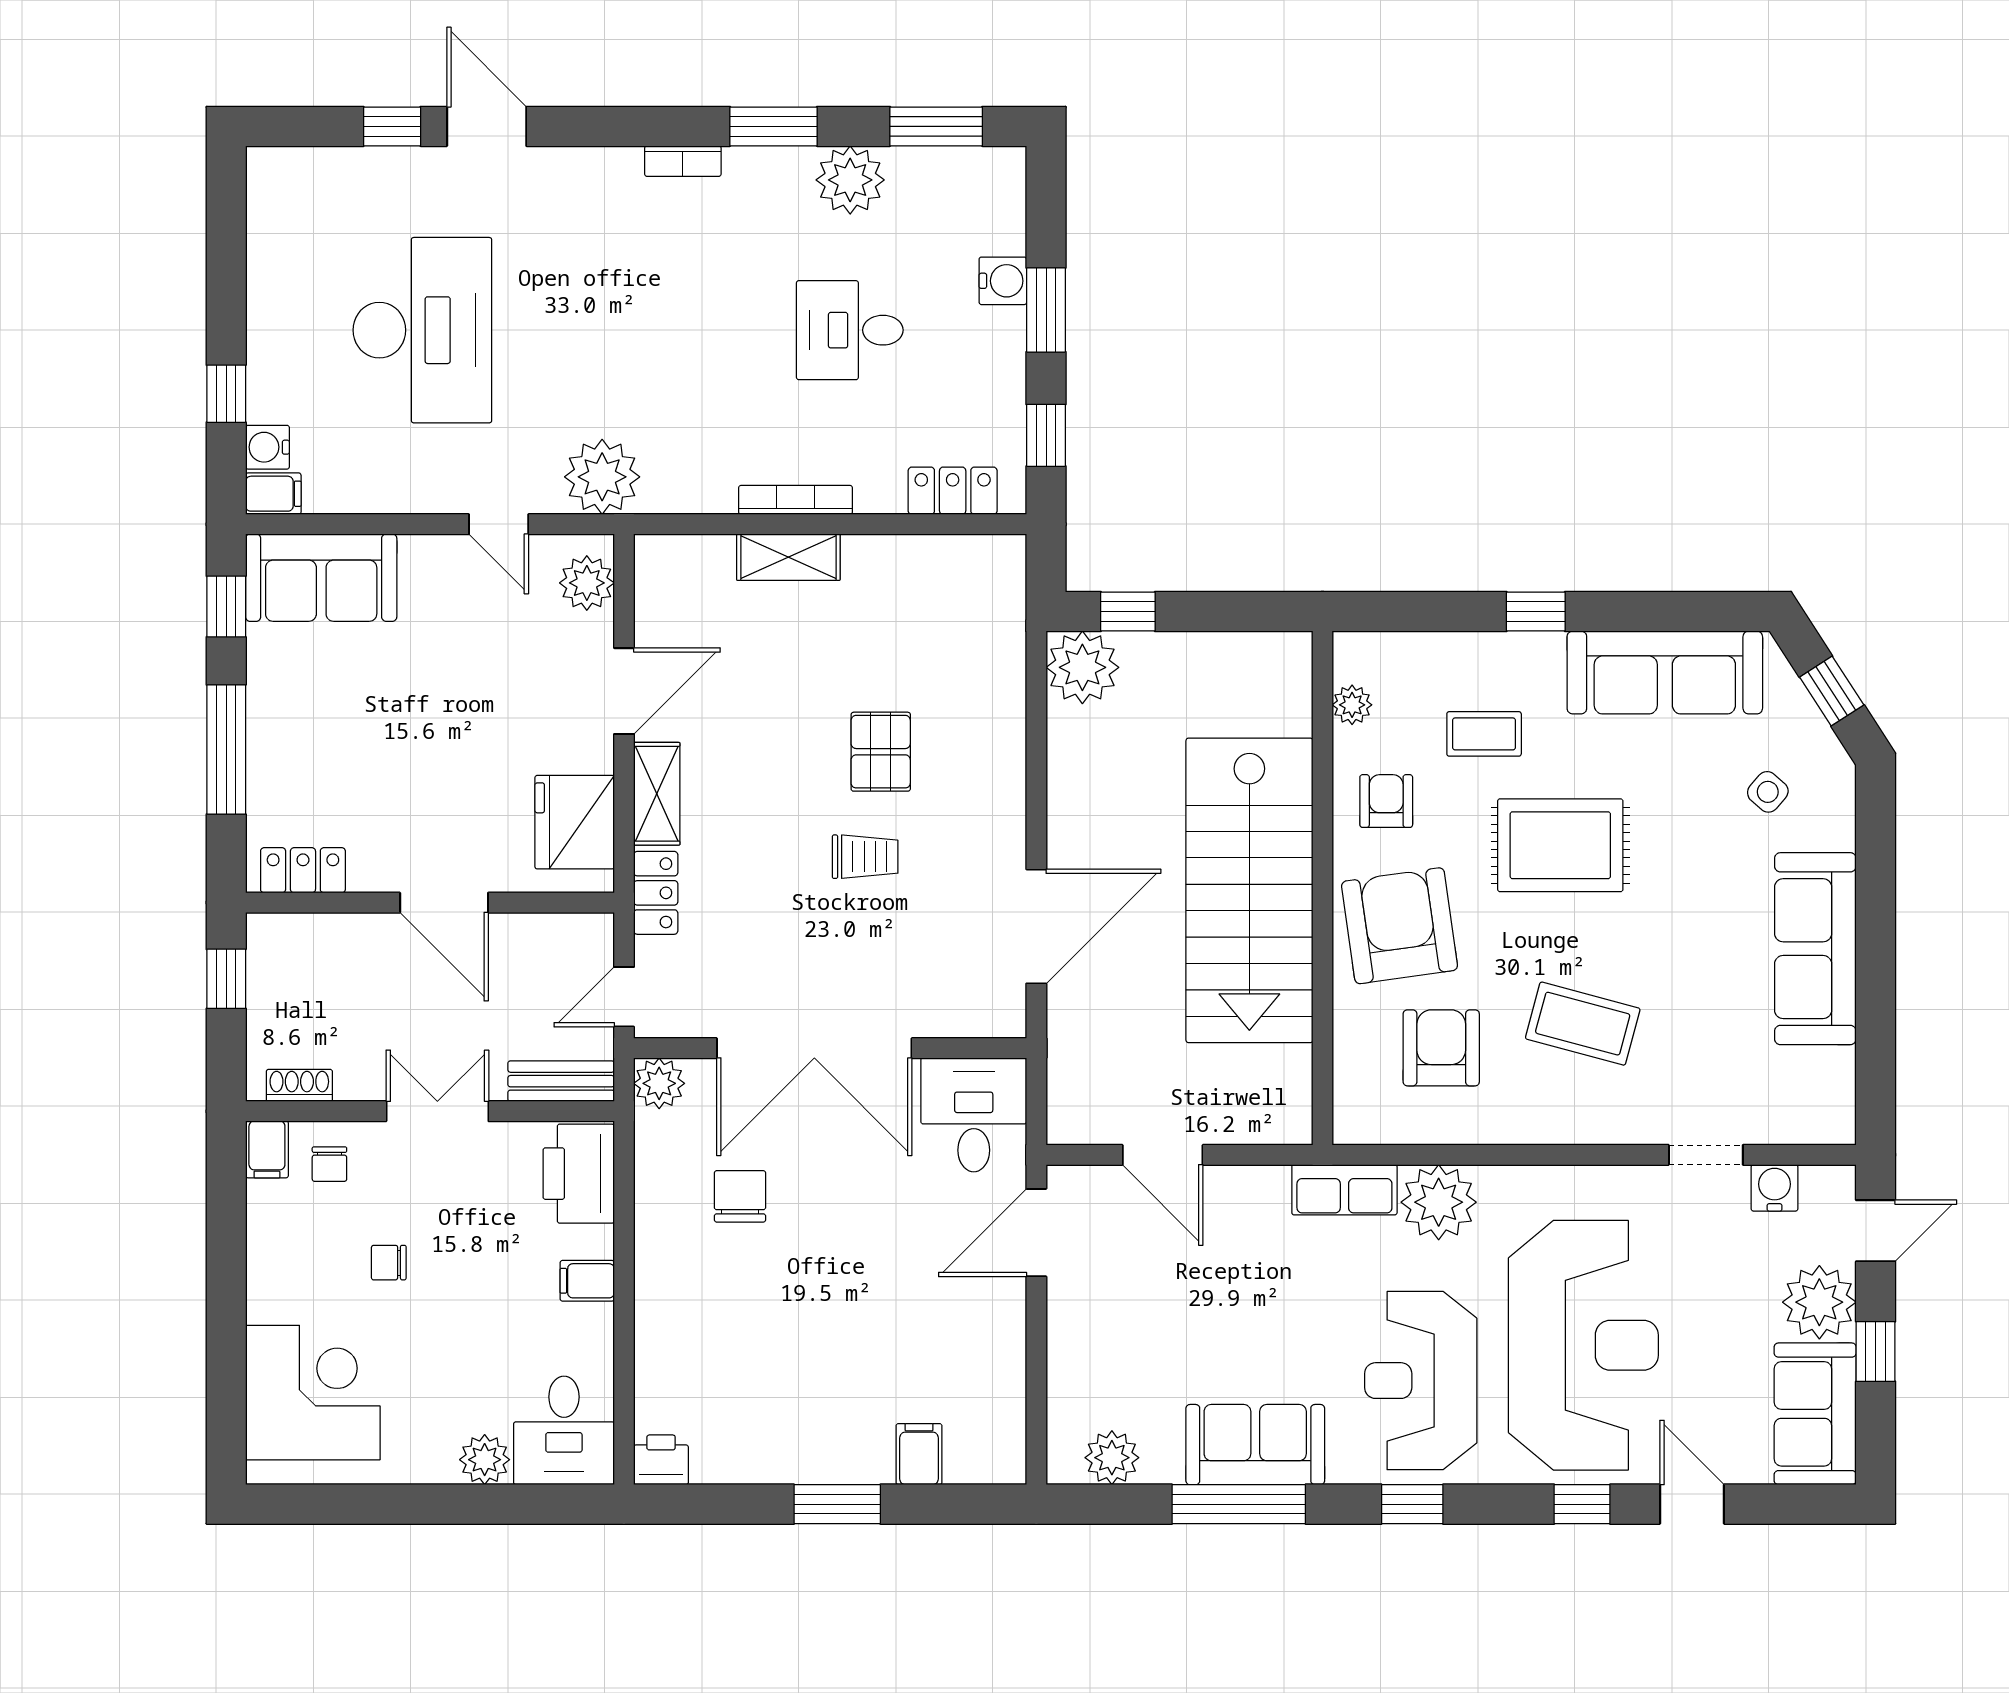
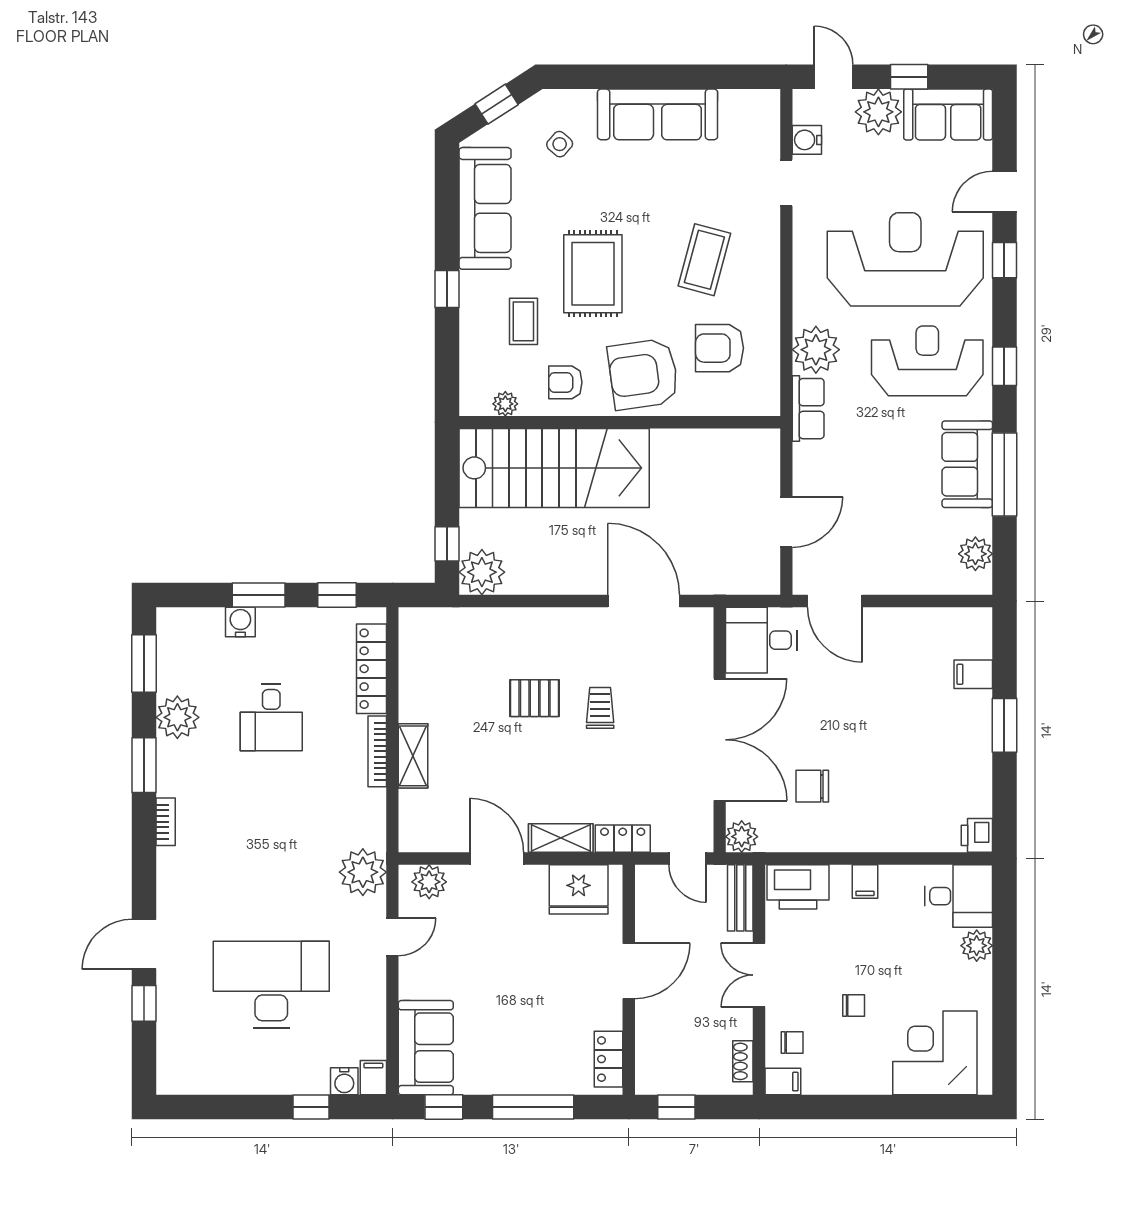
locker: (953, 491) -> (372, 669), width x1.53
stairs: (1249, 890) -> (554, 468), moved
chair: (389, 1263) -> (854, 1005), turned -90
reception desk: (1421, 1381) -> (927, 361), turned 180

